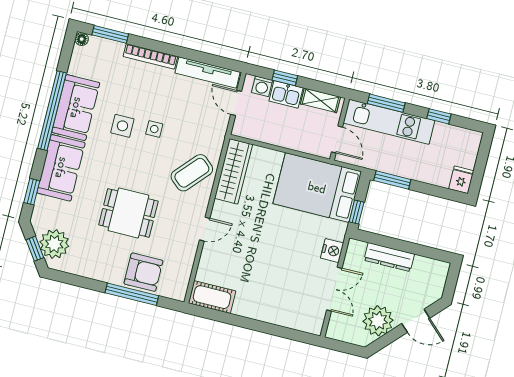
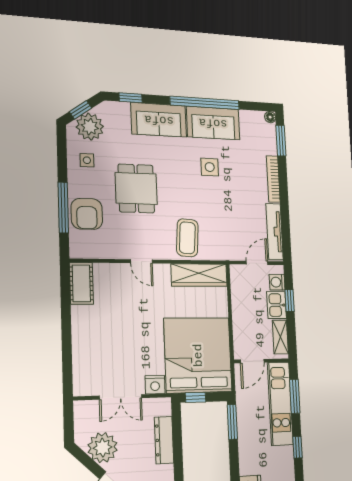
side table: (154, 129) -> (87, 160), moved
coffee table: (192, 173) -> (187, 238), turned 52
bed: (317, 188) -> (198, 355), width x1.36

